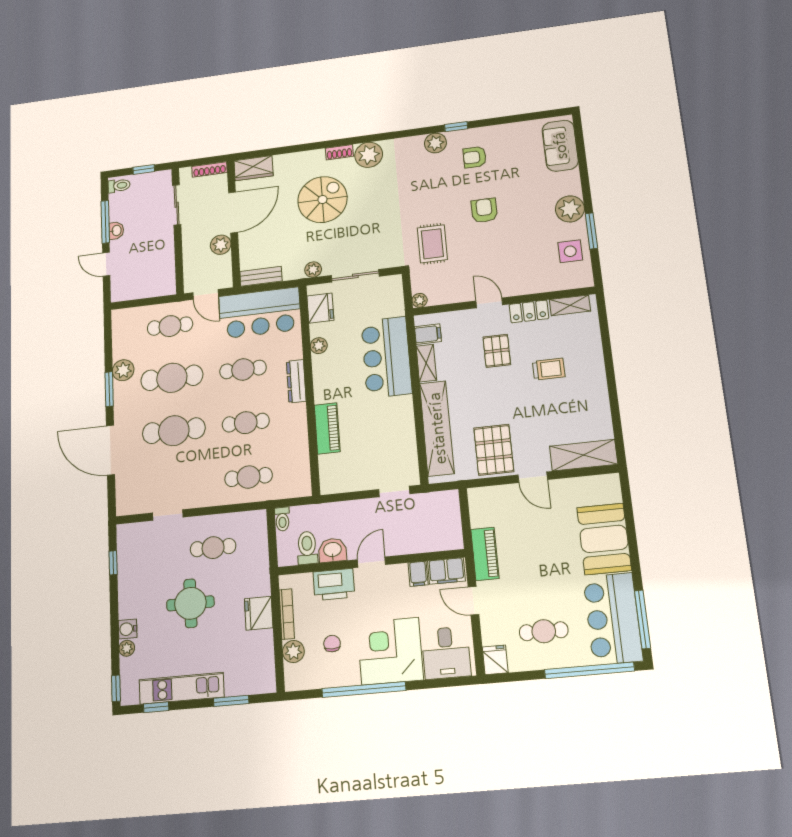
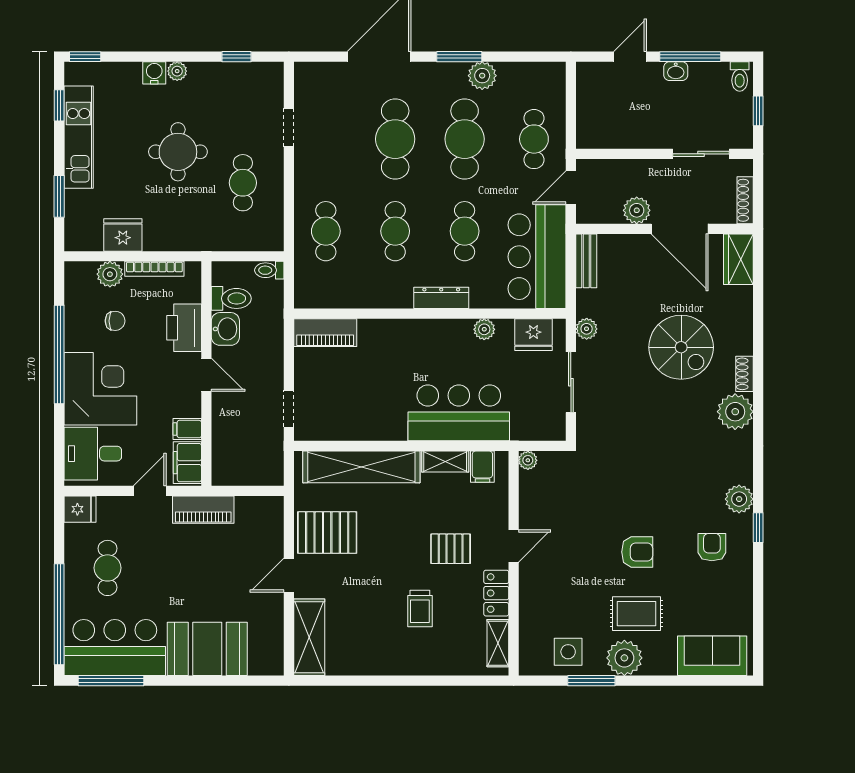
rug: (432, 244) -> (636, 614), moved
piano: (327, 428) -> (325, 333), moved
fridge: (259, 613) -> (123, 235), moved
plant: (127, 648) -> (177, 71), moved

